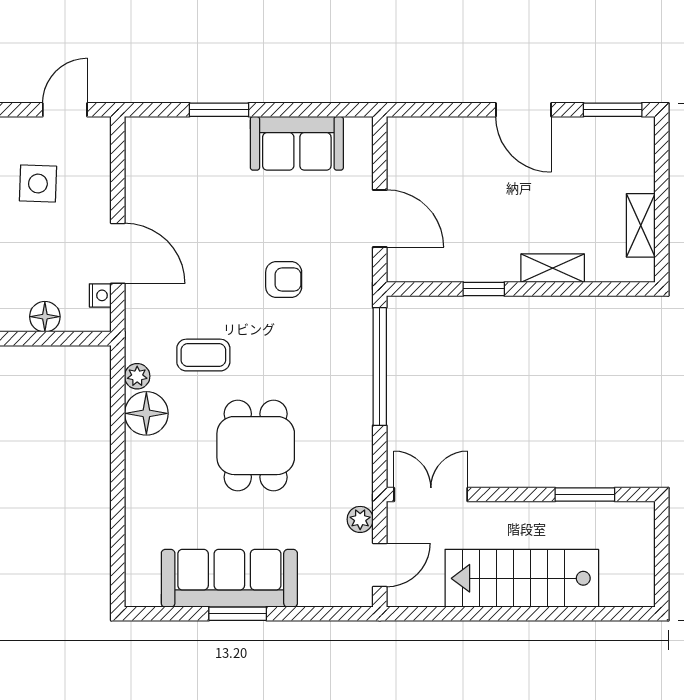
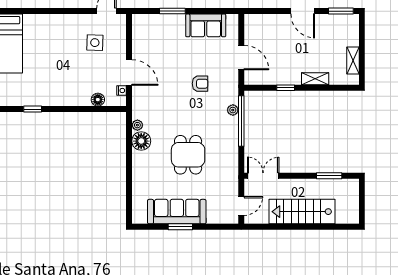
coffee table: (203, 355) -> (166, 116), removed
plant: (360, 519) -> (233, 110), moved

